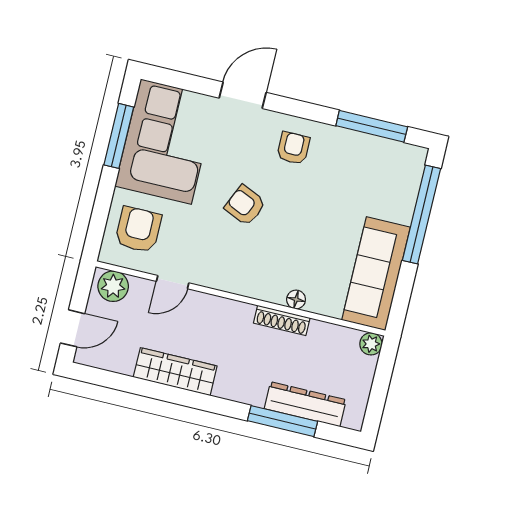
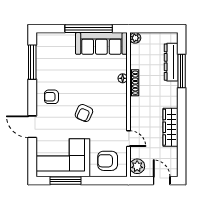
window: (422, 214) -> (89, 29), moved

